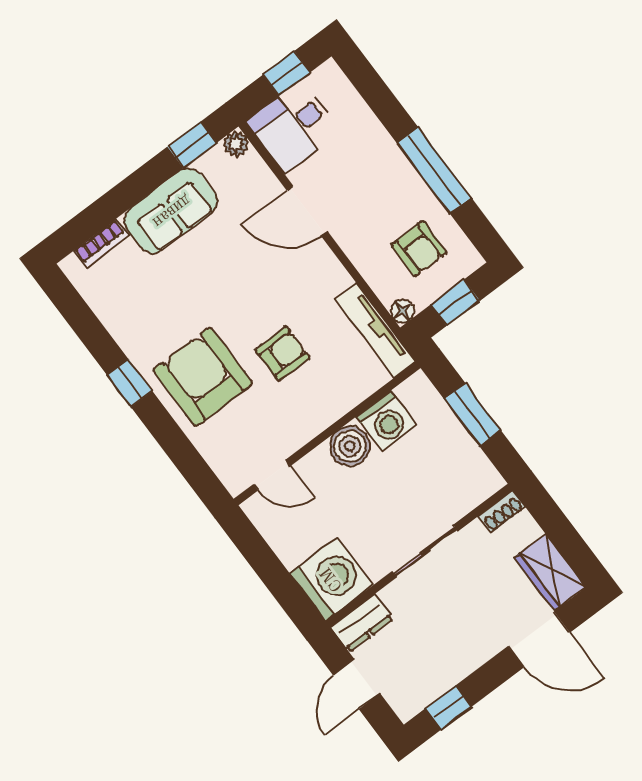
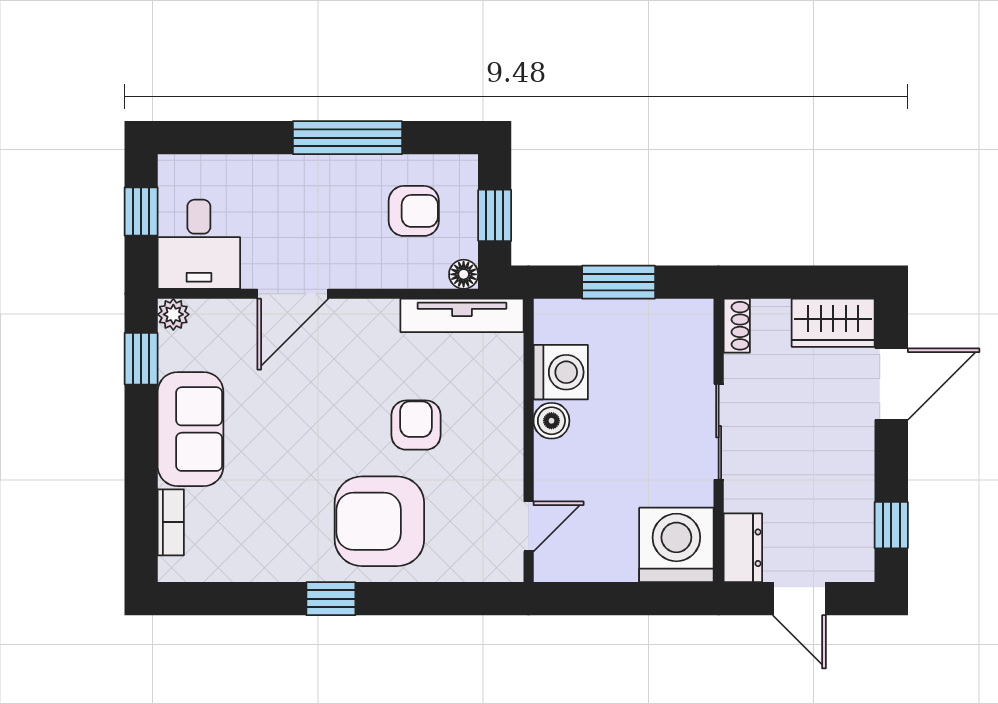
boiler: (350, 446) -> (551, 421), width x0.73, depth x0.73

